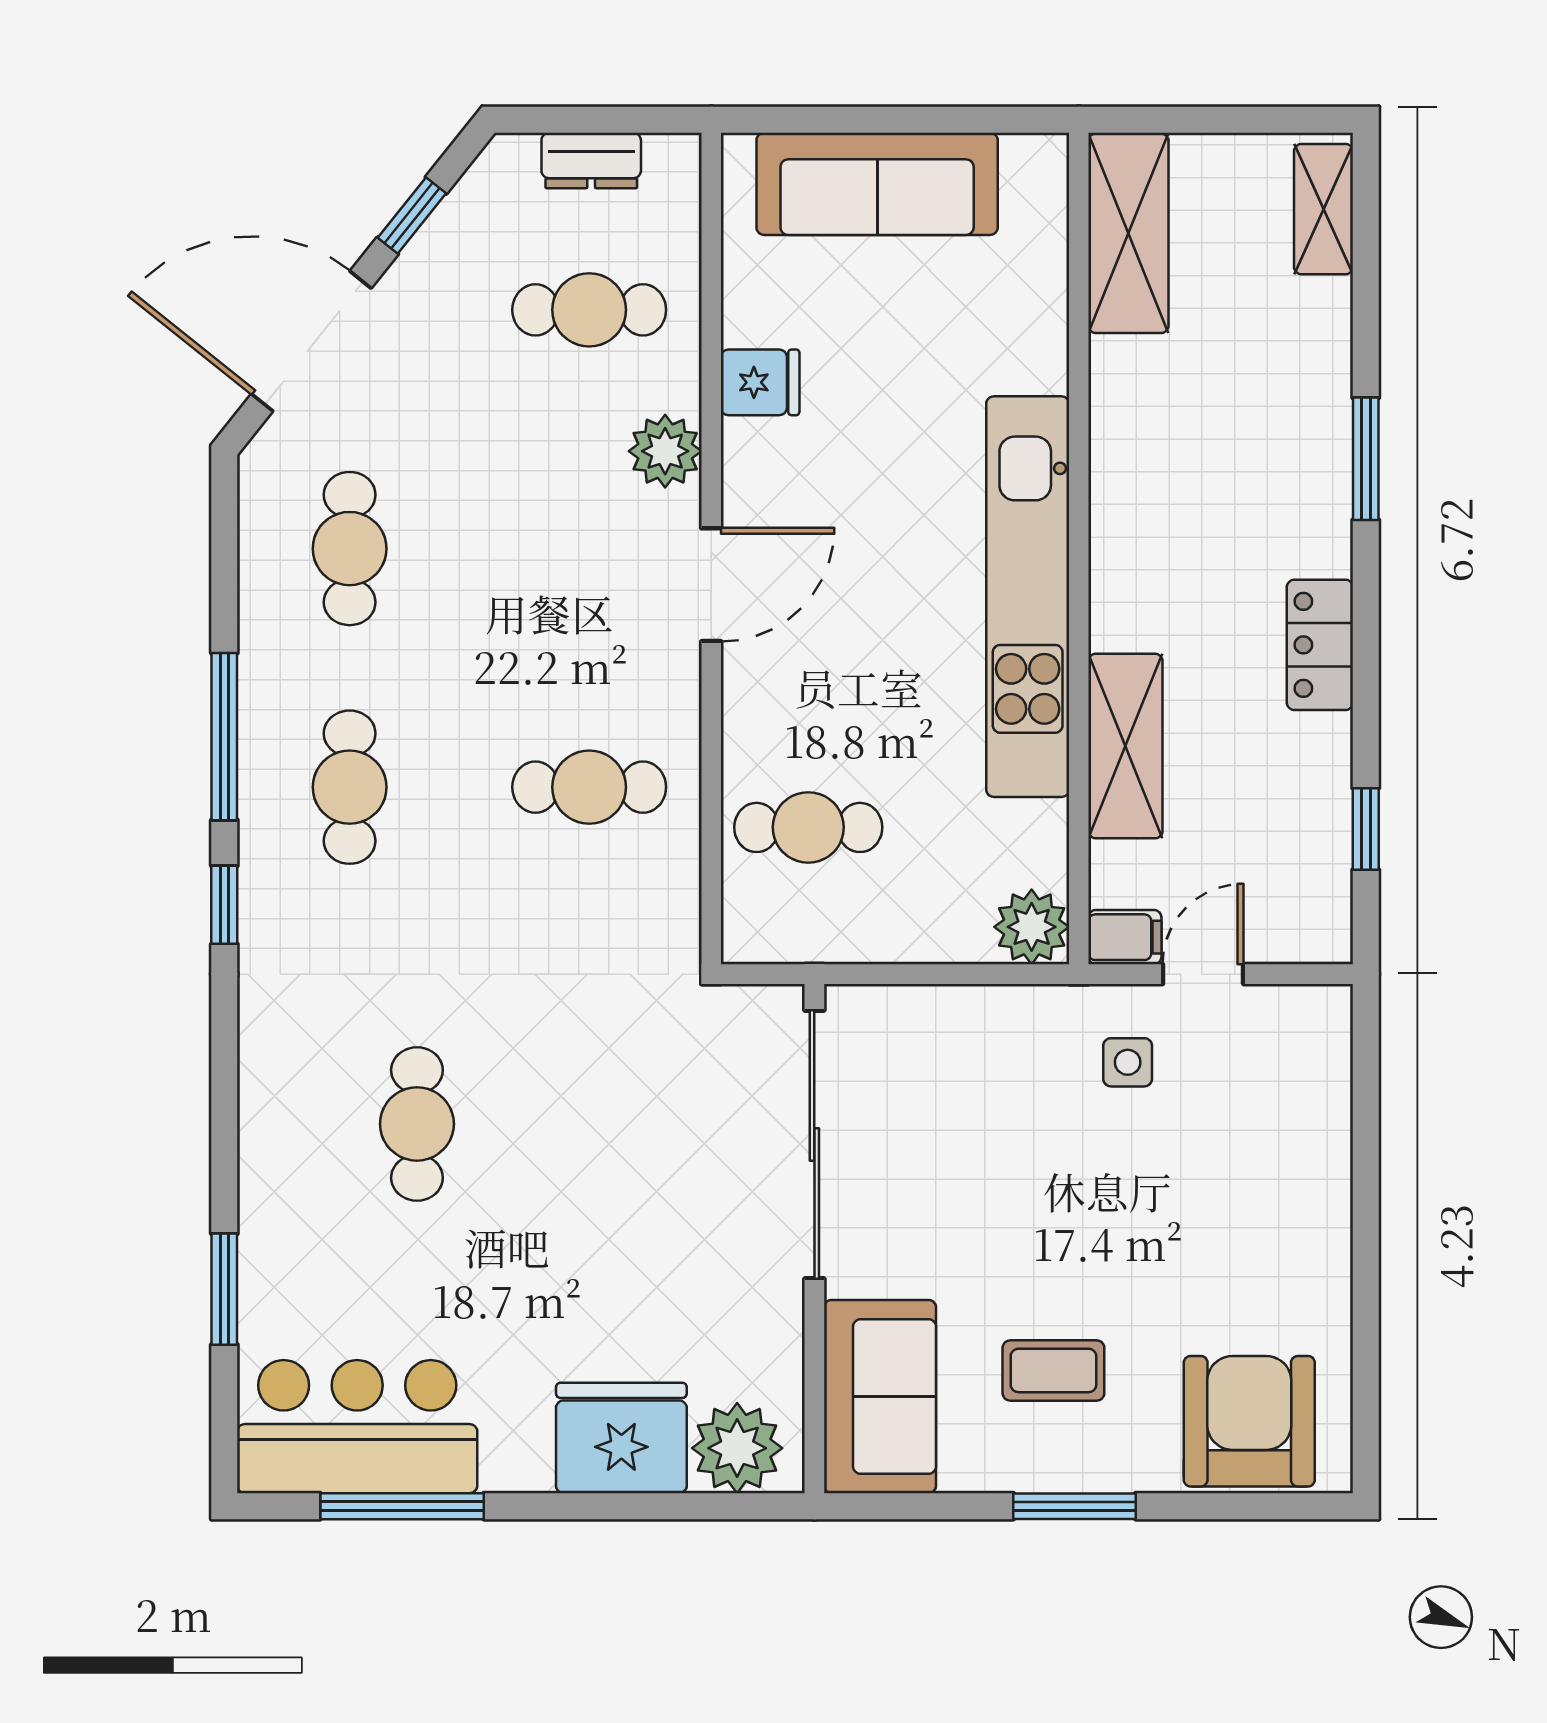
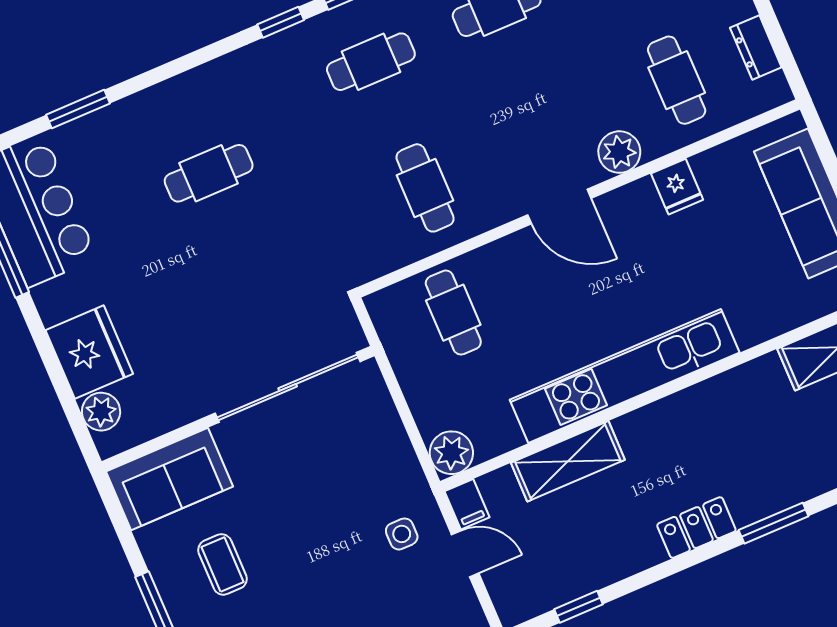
locker: (1320, 645) -> (696, 528), moved
plant: (737, 1448) -> (101, 412), width x0.73, depth x0.73

